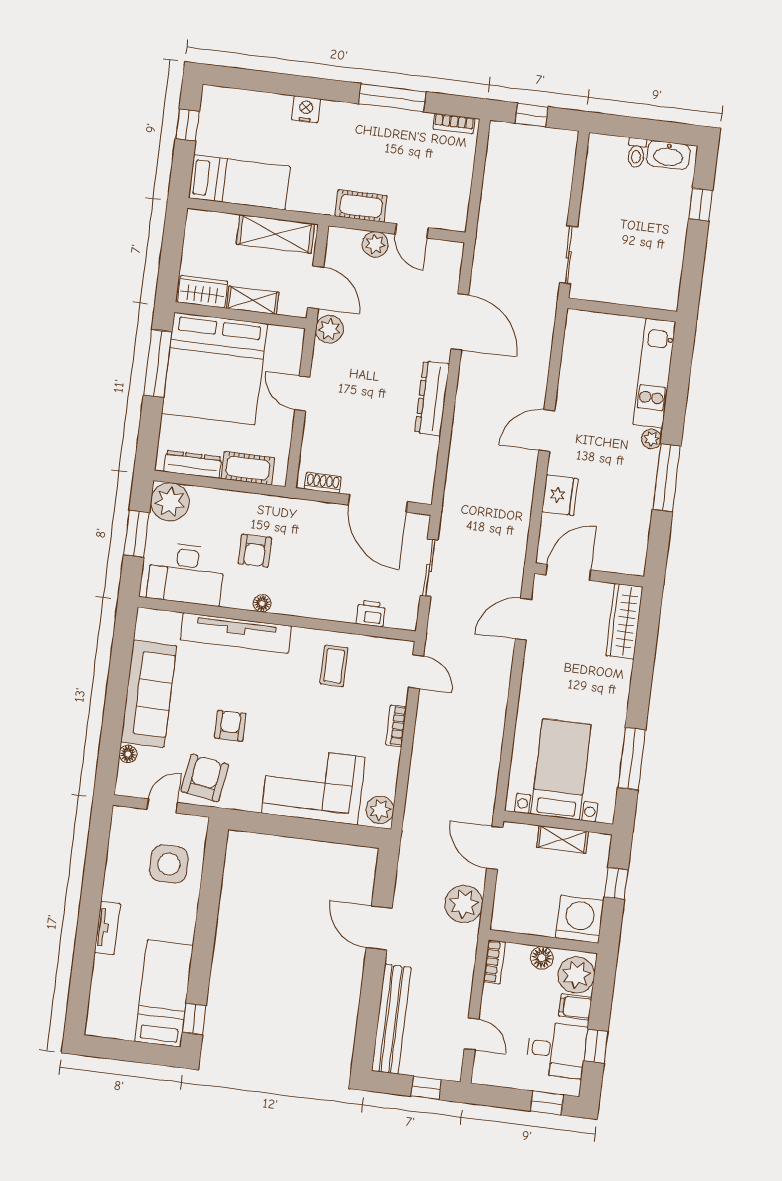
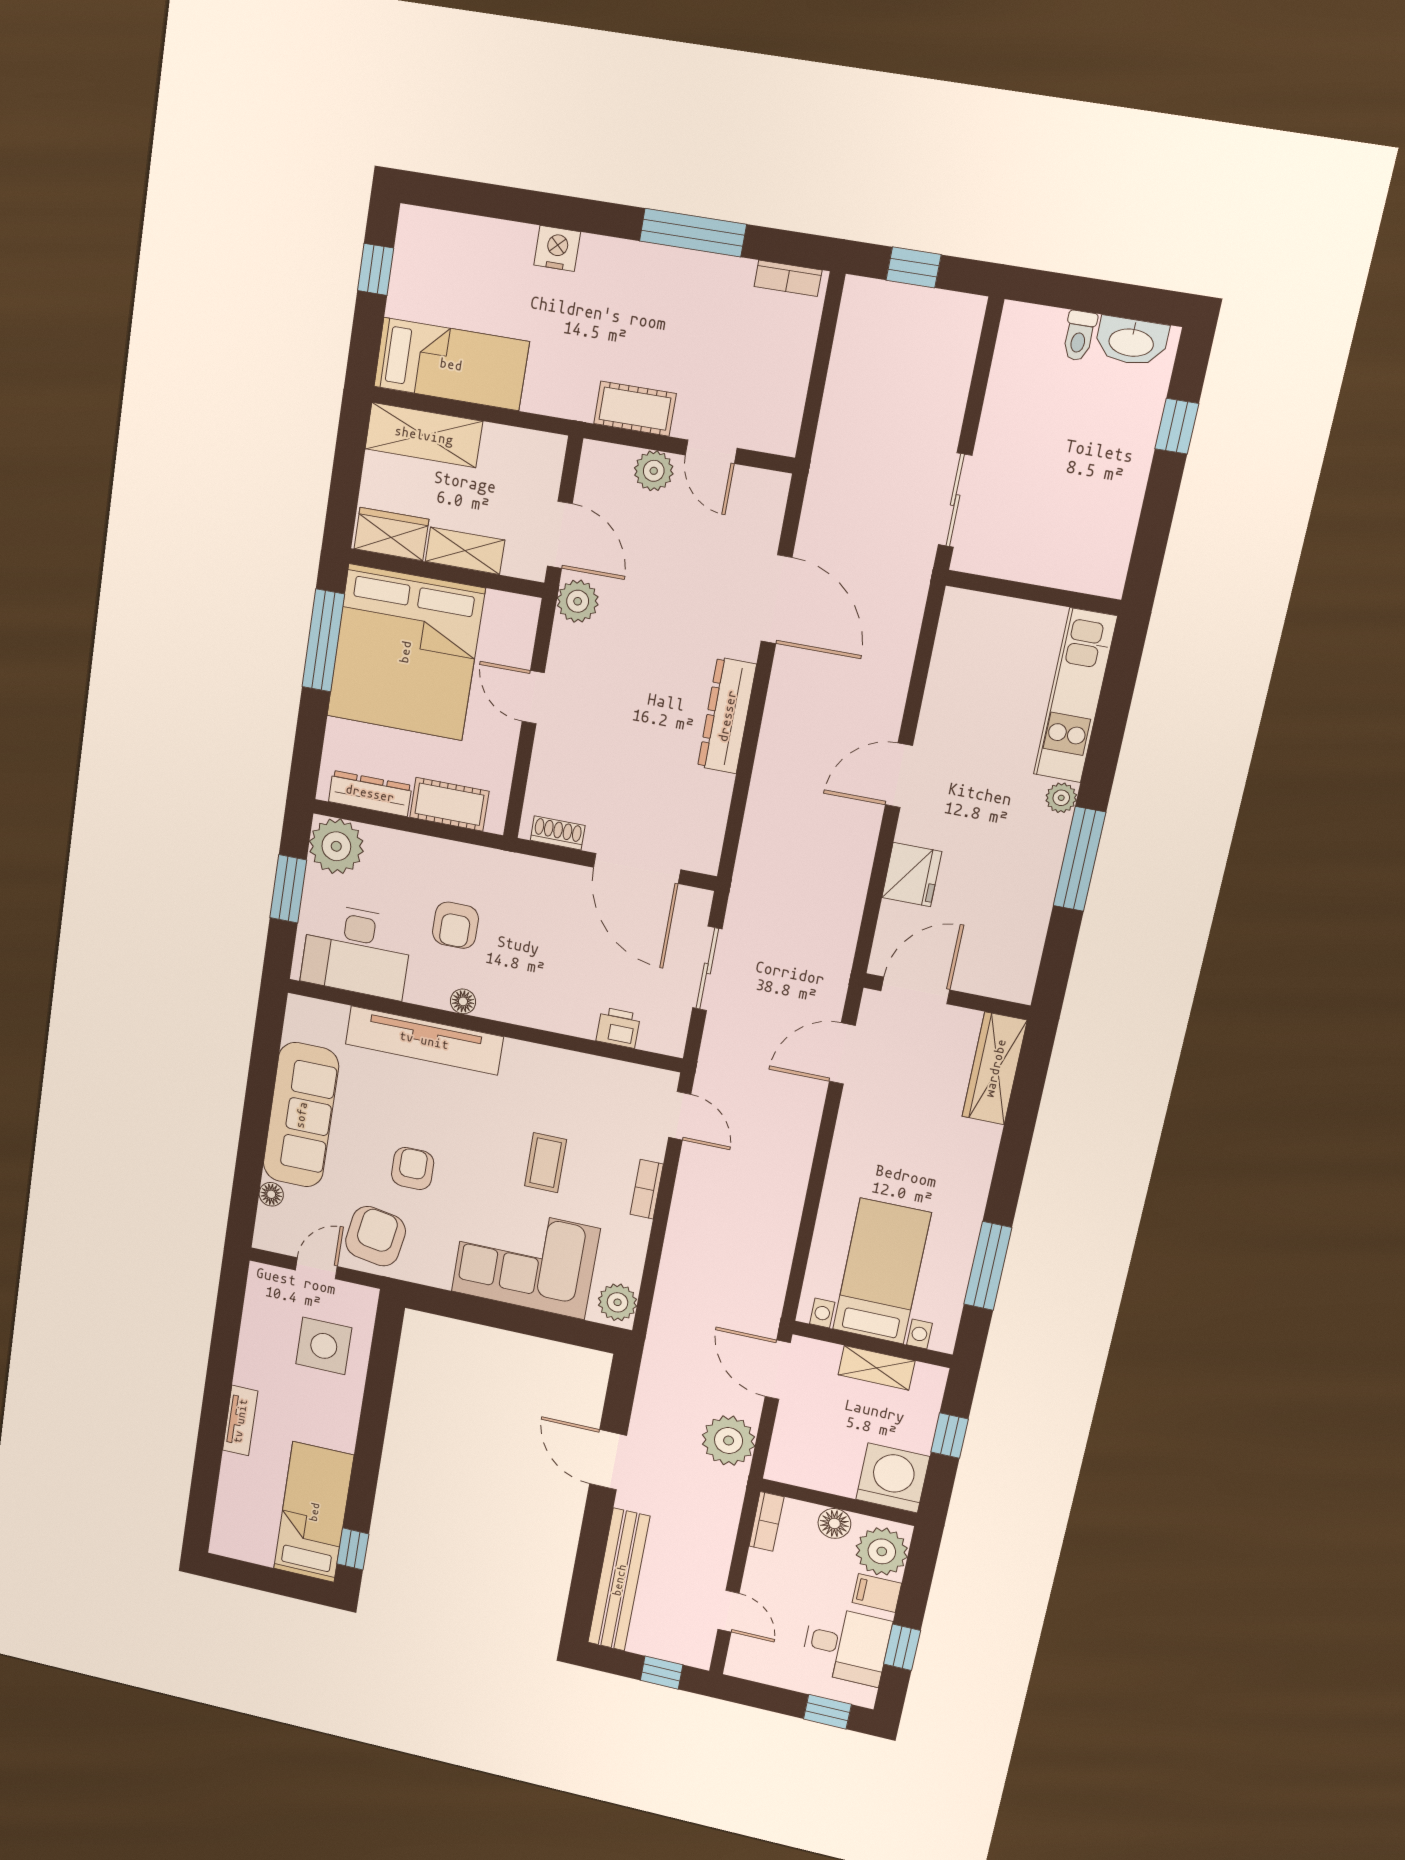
shelving: (275, 234) -> (424, 435), moved
coffee table: (334, 666) -> (546, 1163), moved

